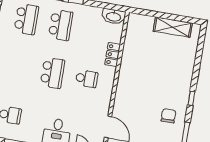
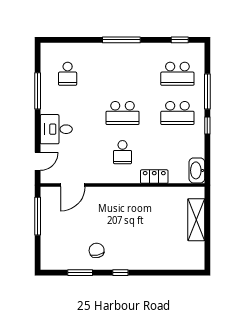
shelving: (173, 27) -> (196, 220), moved
chair: (168, 116) -> (97, 250), turned -100

